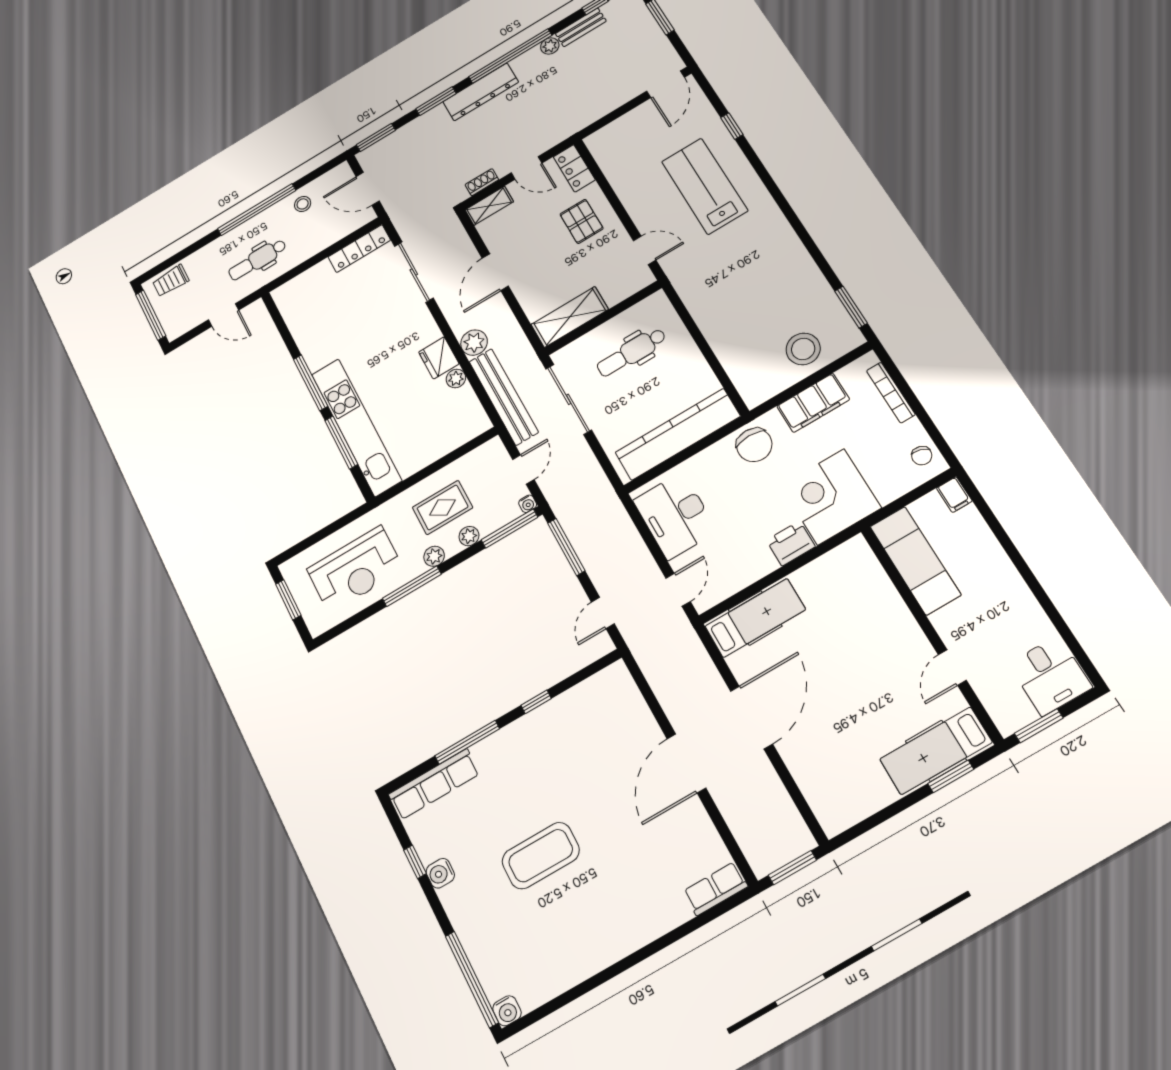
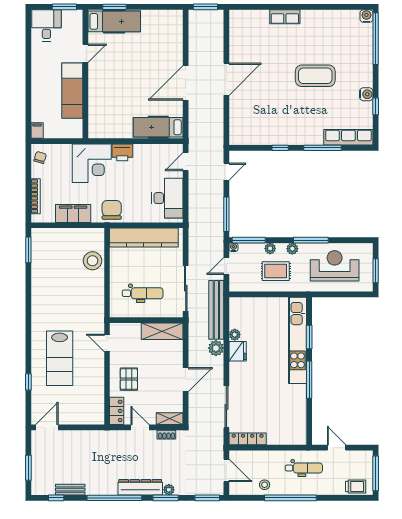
plant: (550, 46) -> (169, 490), moved
stool: (803, 349) -> (92, 261), moved
window: (341, 442) -> (309, 337), width x0.69
exam couch: (915, 561) -> (72, 91), moved
row of seats: (715, 889) -> (285, 17), moved

